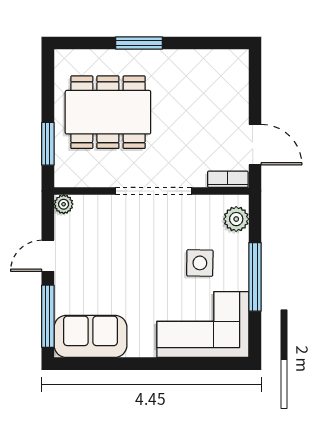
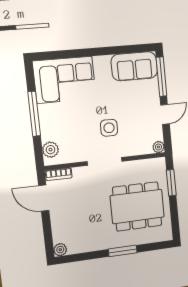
plant: (239, 60) -> (60, 250), added
doorway: (153, 191) -> (105, 161), width x0.73
side table: (200, 263) -> (109, 128), moved

